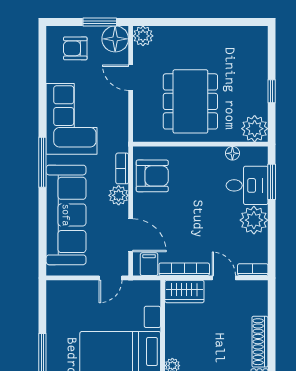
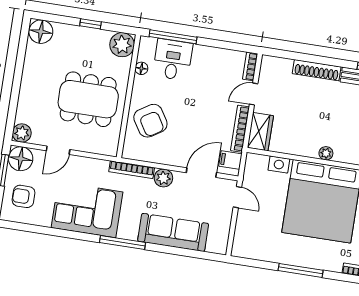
floor lamp: (255, 39) -> (41, 32), added
armchair: (75, 48) -> (24, 196), turned 90
bookcase: (122, 168) -> (132, 170), width x1.56
armchair: (152, 176) -> (150, 121), moved, turned 148
window: (272, 182) -> (173, 37), width x1.44
sofa: (66, 215) -> (173, 232), width x0.74, depth x0.79
plant: (254, 220) -> (205, 58), removed

